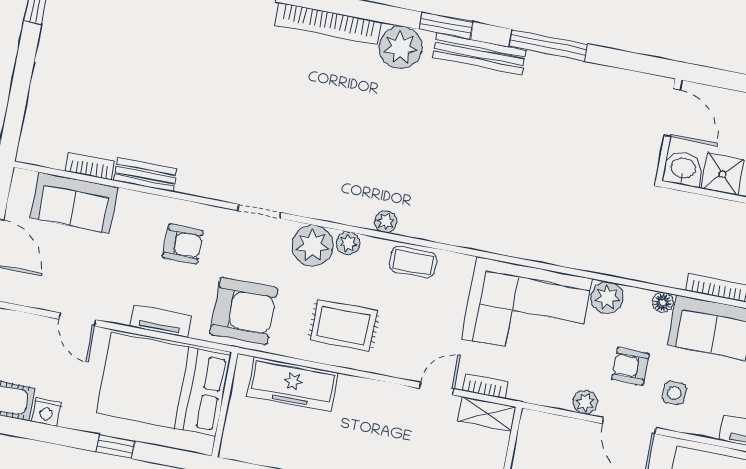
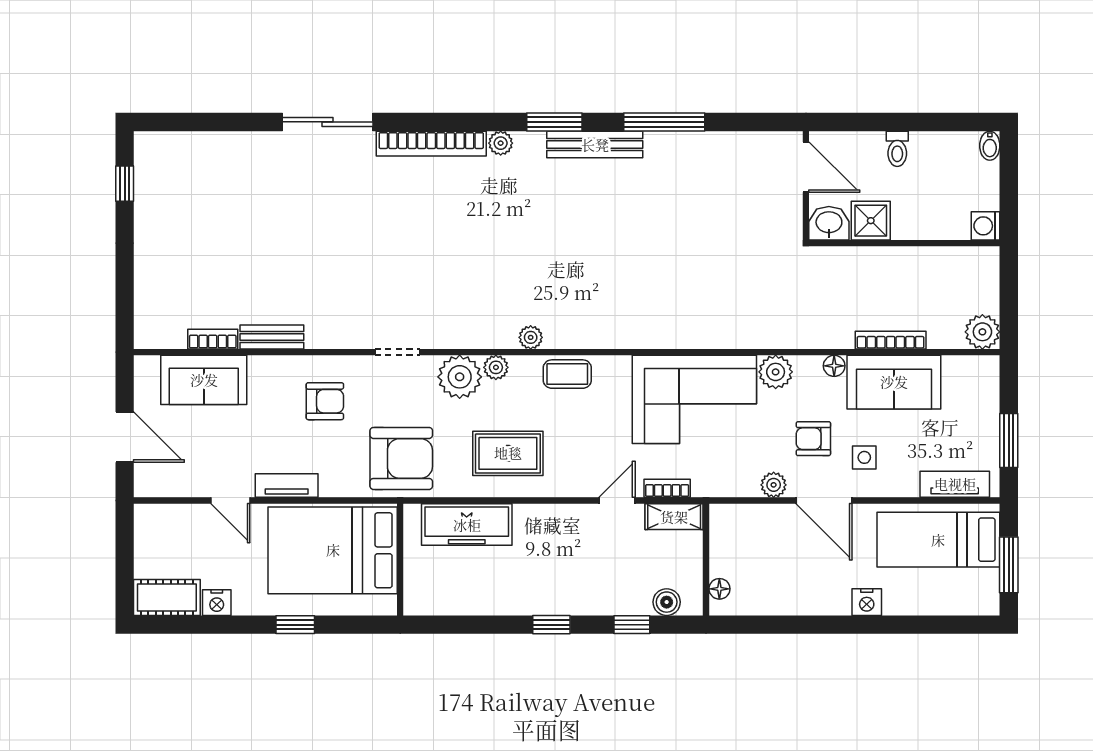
plant: (400, 47) -> (501, 143), width x0.53, depth x0.53
tv unit: (161, 321) -> (287, 486), moved

